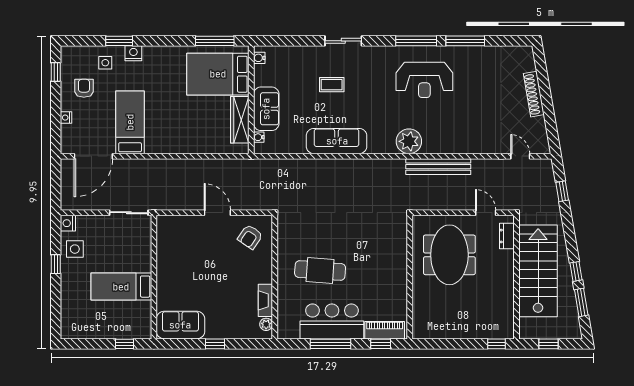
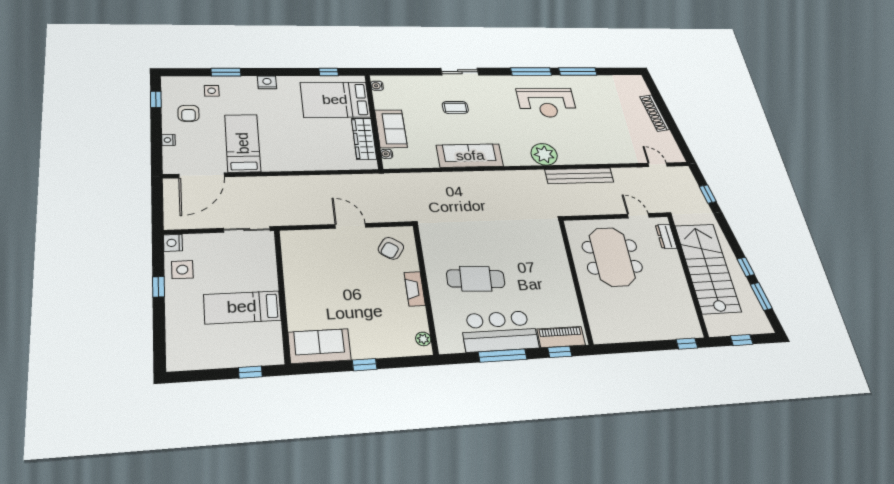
window: (215, 41) -> (329, 72), width x0.46
nightstand: (133, 53) -> (267, 82), moved
armchair: (84, 88) -> (188, 113), turned 180
fireplace: (265, 300) -> (415, 289), moved

